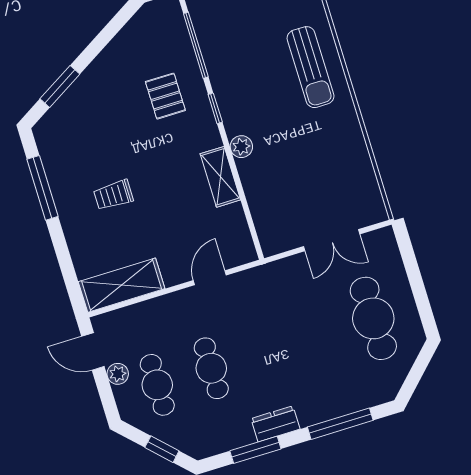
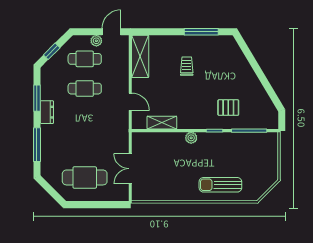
window: (60, 86) -> (249, 56), removed
shelving: (220, 177) -> (162, 123), moved

